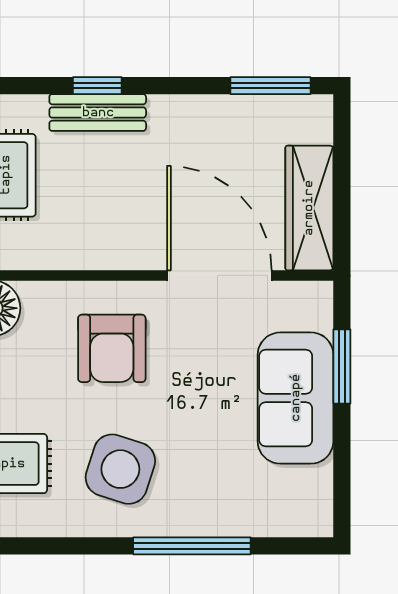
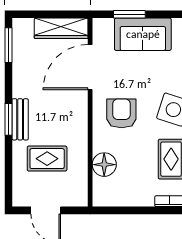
window: (97, 86) -> (9, 119), width x1.50
armchair: (112, 348) -> (121, 113), turned -90

